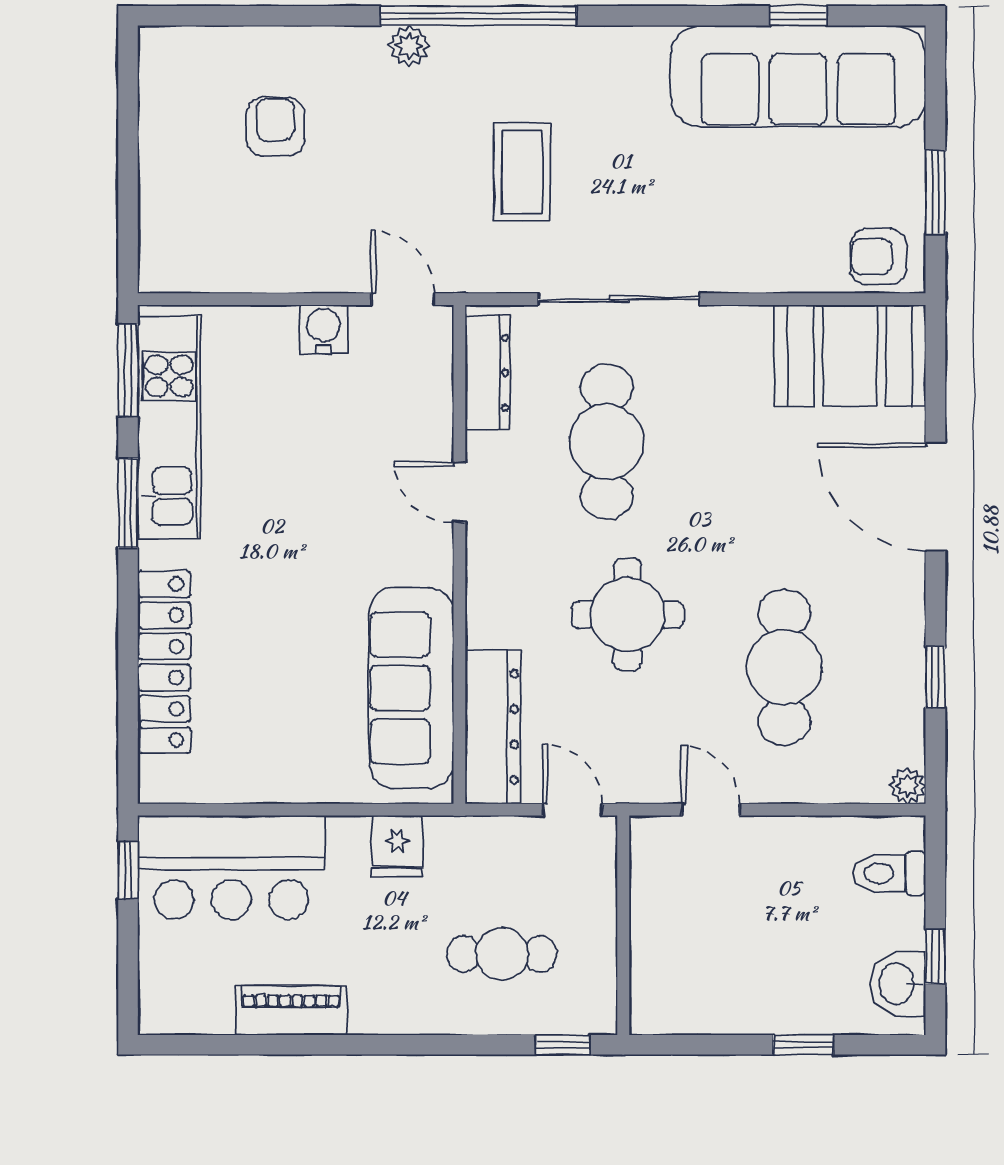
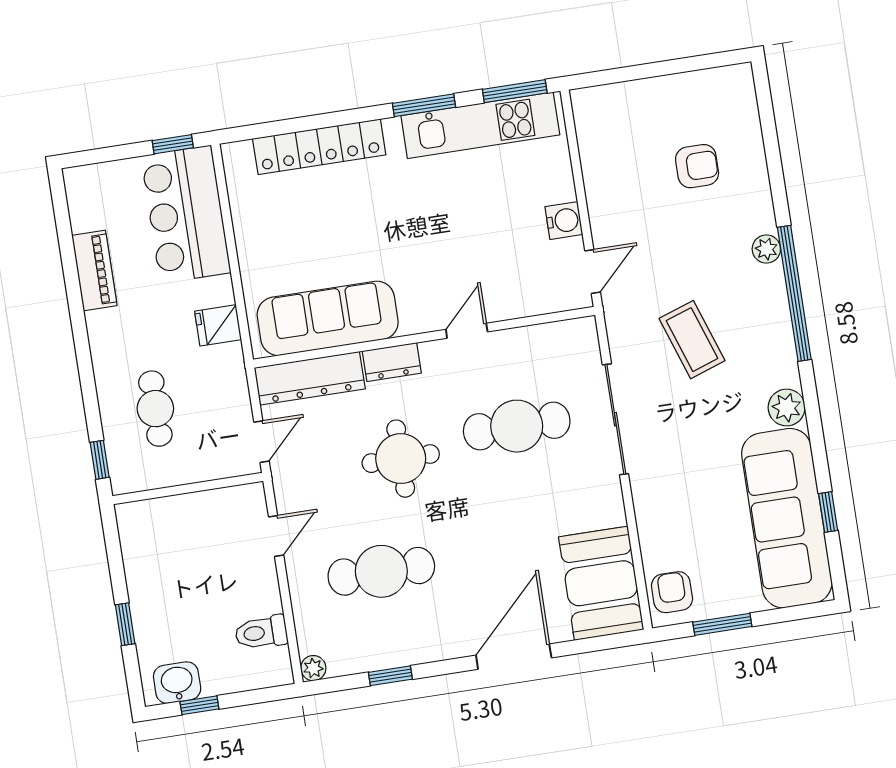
plant: (640, 52) -> (787, 408), added
coffee table: (522, 172) -> (692, 340), turned 71
dresser: (488, 373) -> (392, 362), moved, width x0.70
toilet: (889, 873) -> (261, 632), moved, turned -90

